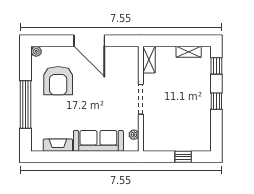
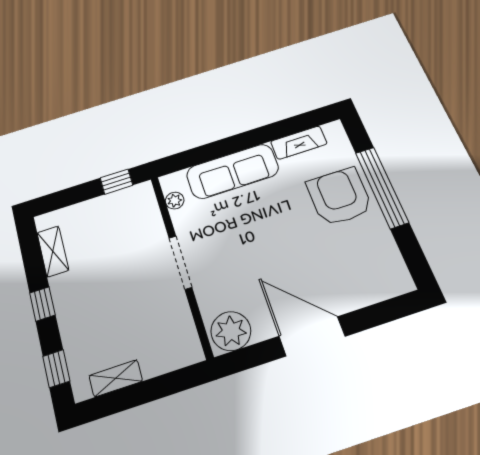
plant: (36, 51) -> (231, 331), moved, width x1.87, depth x1.87
shelving: (149, 60) -> (53, 251), moved
armchair: (58, 81) -> (339, 196), moved
window: (183, 157) -> (117, 182), moved

